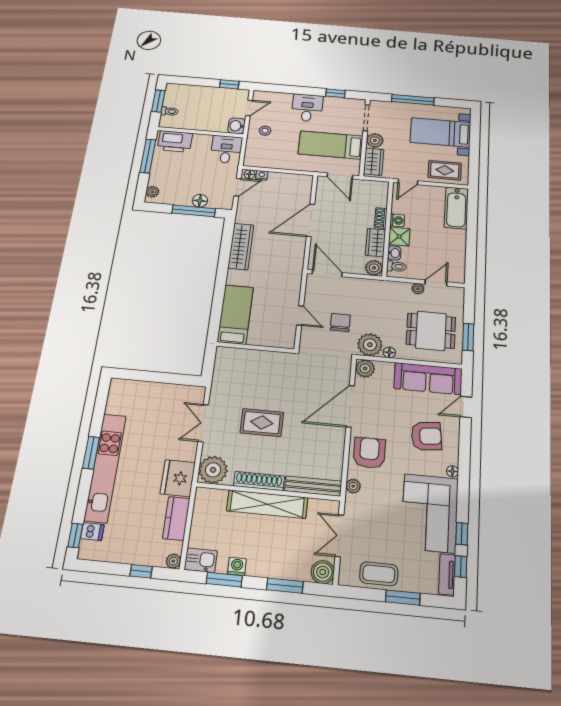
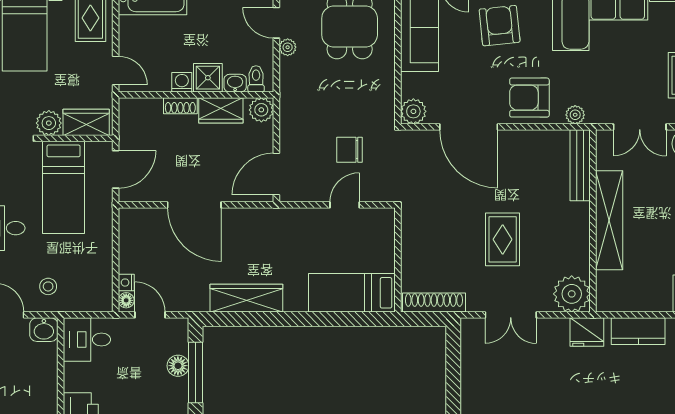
plant: (370, 345) -> (378, 107), removed
floor lamp: (389, 352) -> (387, 81), removed
fridge: (178, 478) -> (587, 332), width x0.73, depth x0.75
shoe rack: (259, 481) -> (434, 303), moved, turned 90

